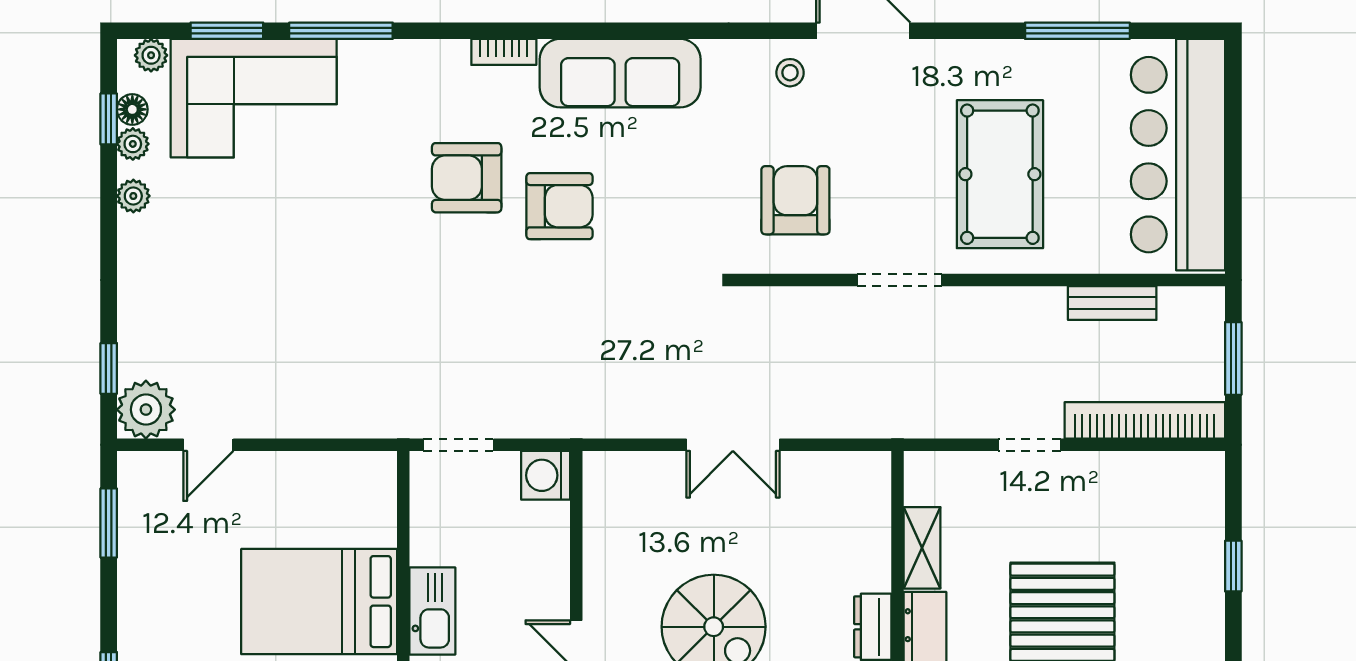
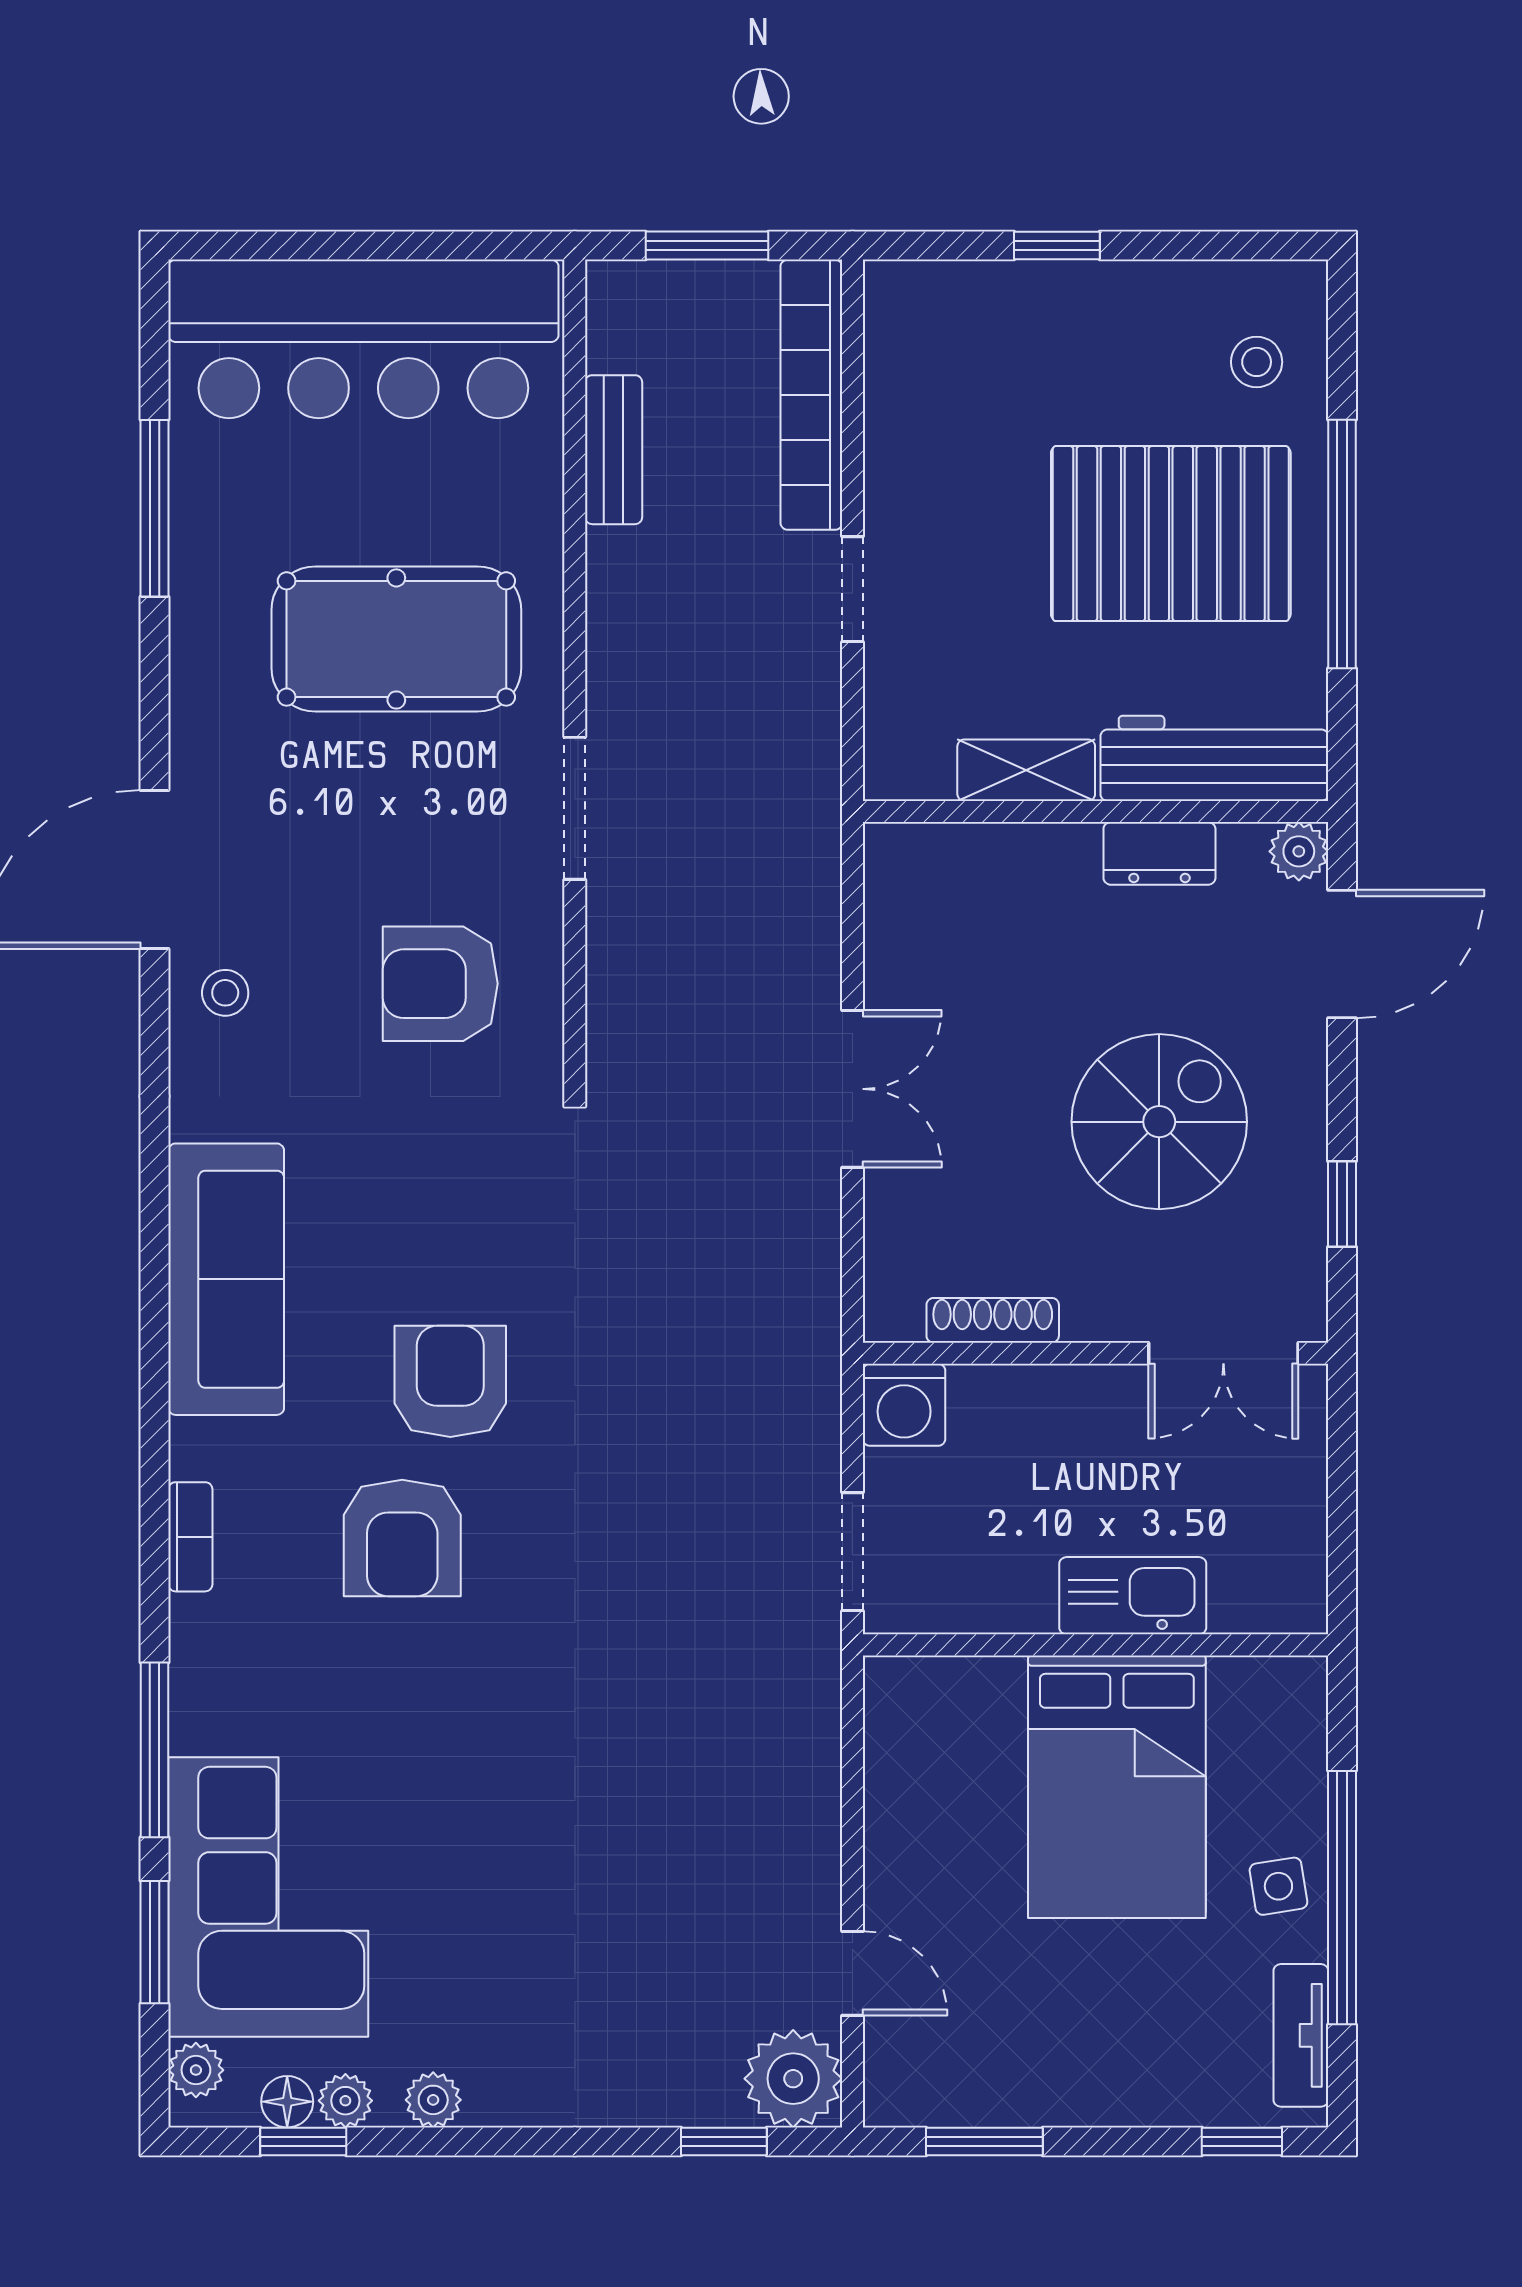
bookcase: (504, 52) -> (190, 1537), moved
shoe rack: (596, 528) -> (993, 1320), added

